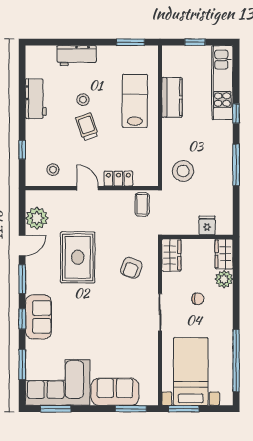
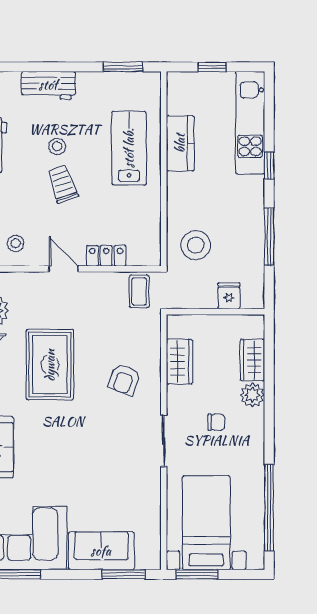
fridge: (207, 225) -> (229, 296), moved
wall: (197, 237) -> (216, 312), moved

